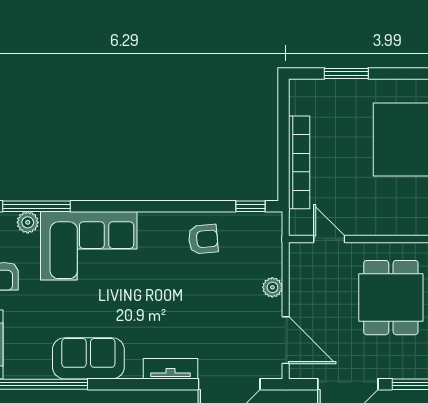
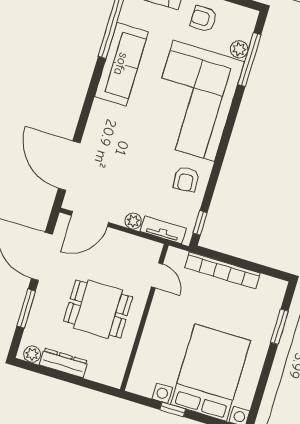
door: (329, 239) -> (157, 275), hinge flipped
corner sofa: (89, 246) -> (194, 101), width x1.36, depth x1.36
sofa: (88, 358) -> (121, 64), width x1.36
tv unit: (170, 369) -> (163, 230), moved, turned -90

